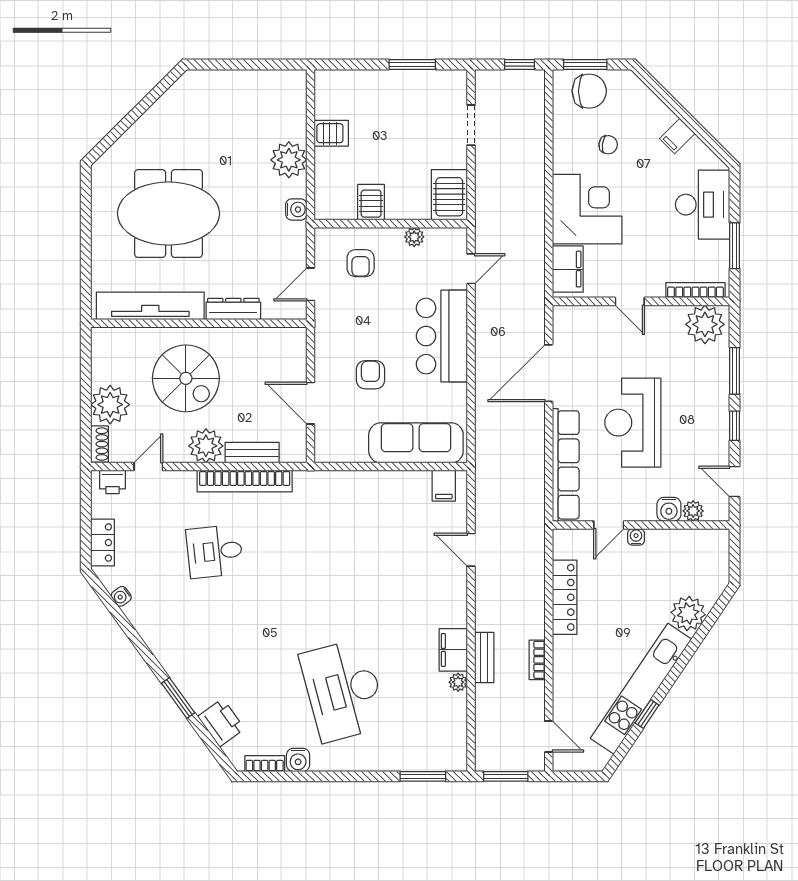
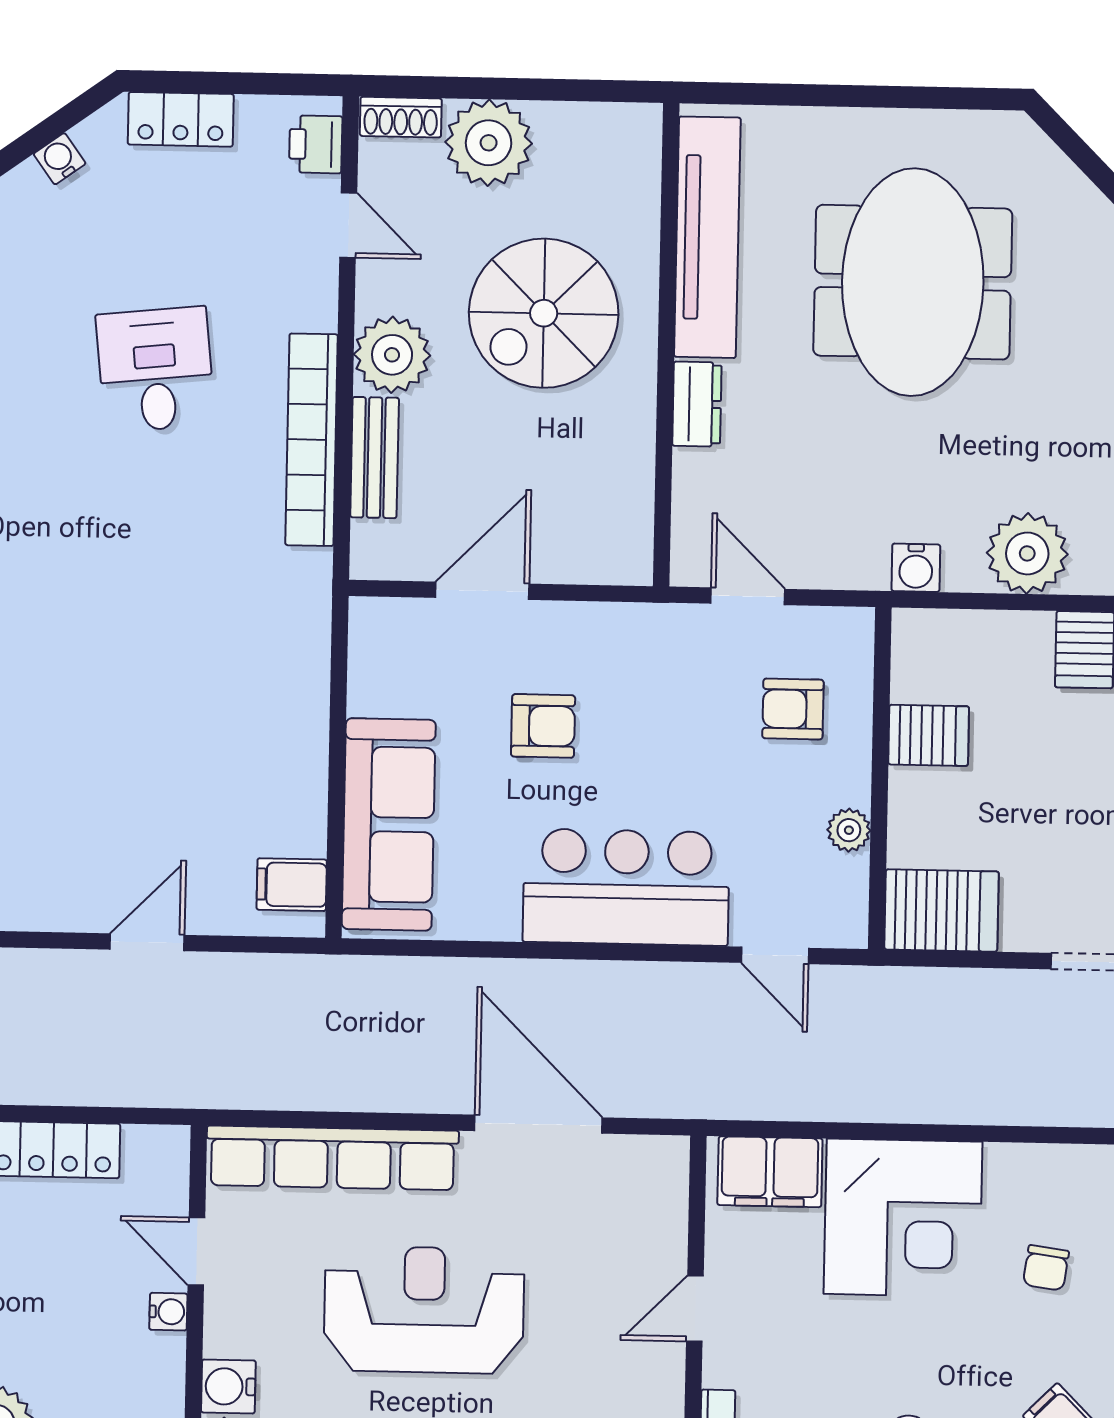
dresser: (233, 309) -> (697, 404), width x0.70

